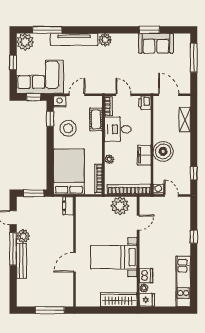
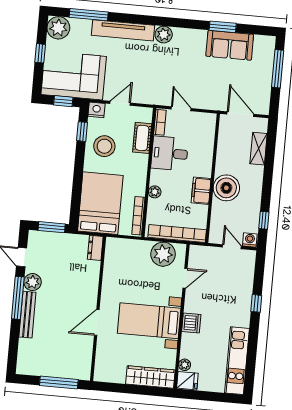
printer: (145, 103) -> (208, 122), removed
washing machine: (158, 189) -> (250, 240), moved
dishwasher: (146, 276) -> (191, 323), moved

